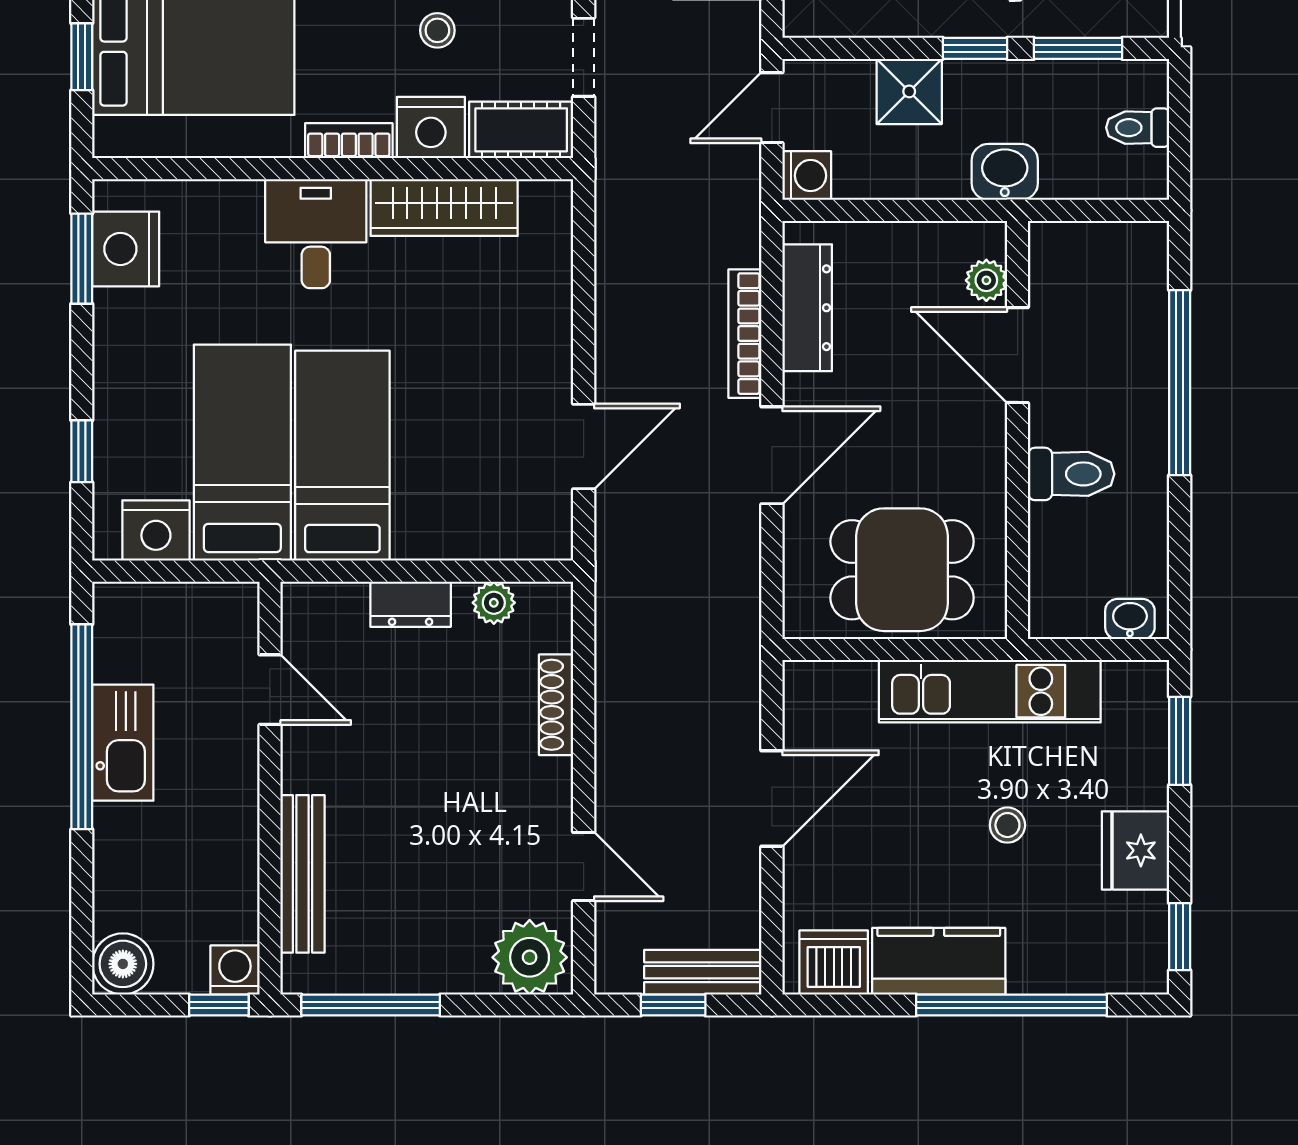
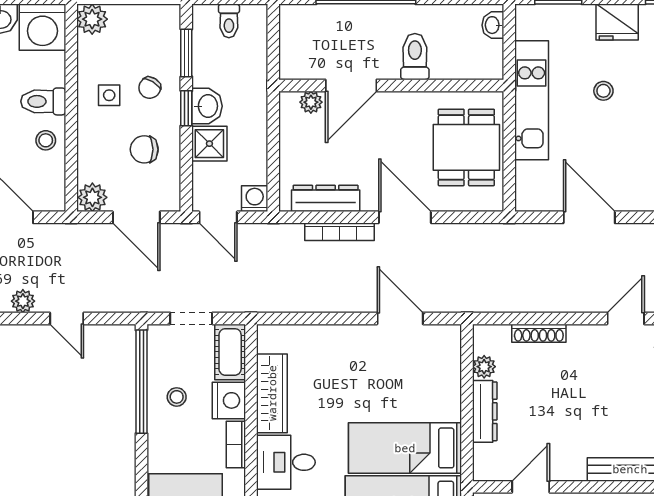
washbasin: (1005, 172) -> (207, 106), moved, turned 180
dresser: (411, 604) -> (485, 411), width x1.44

